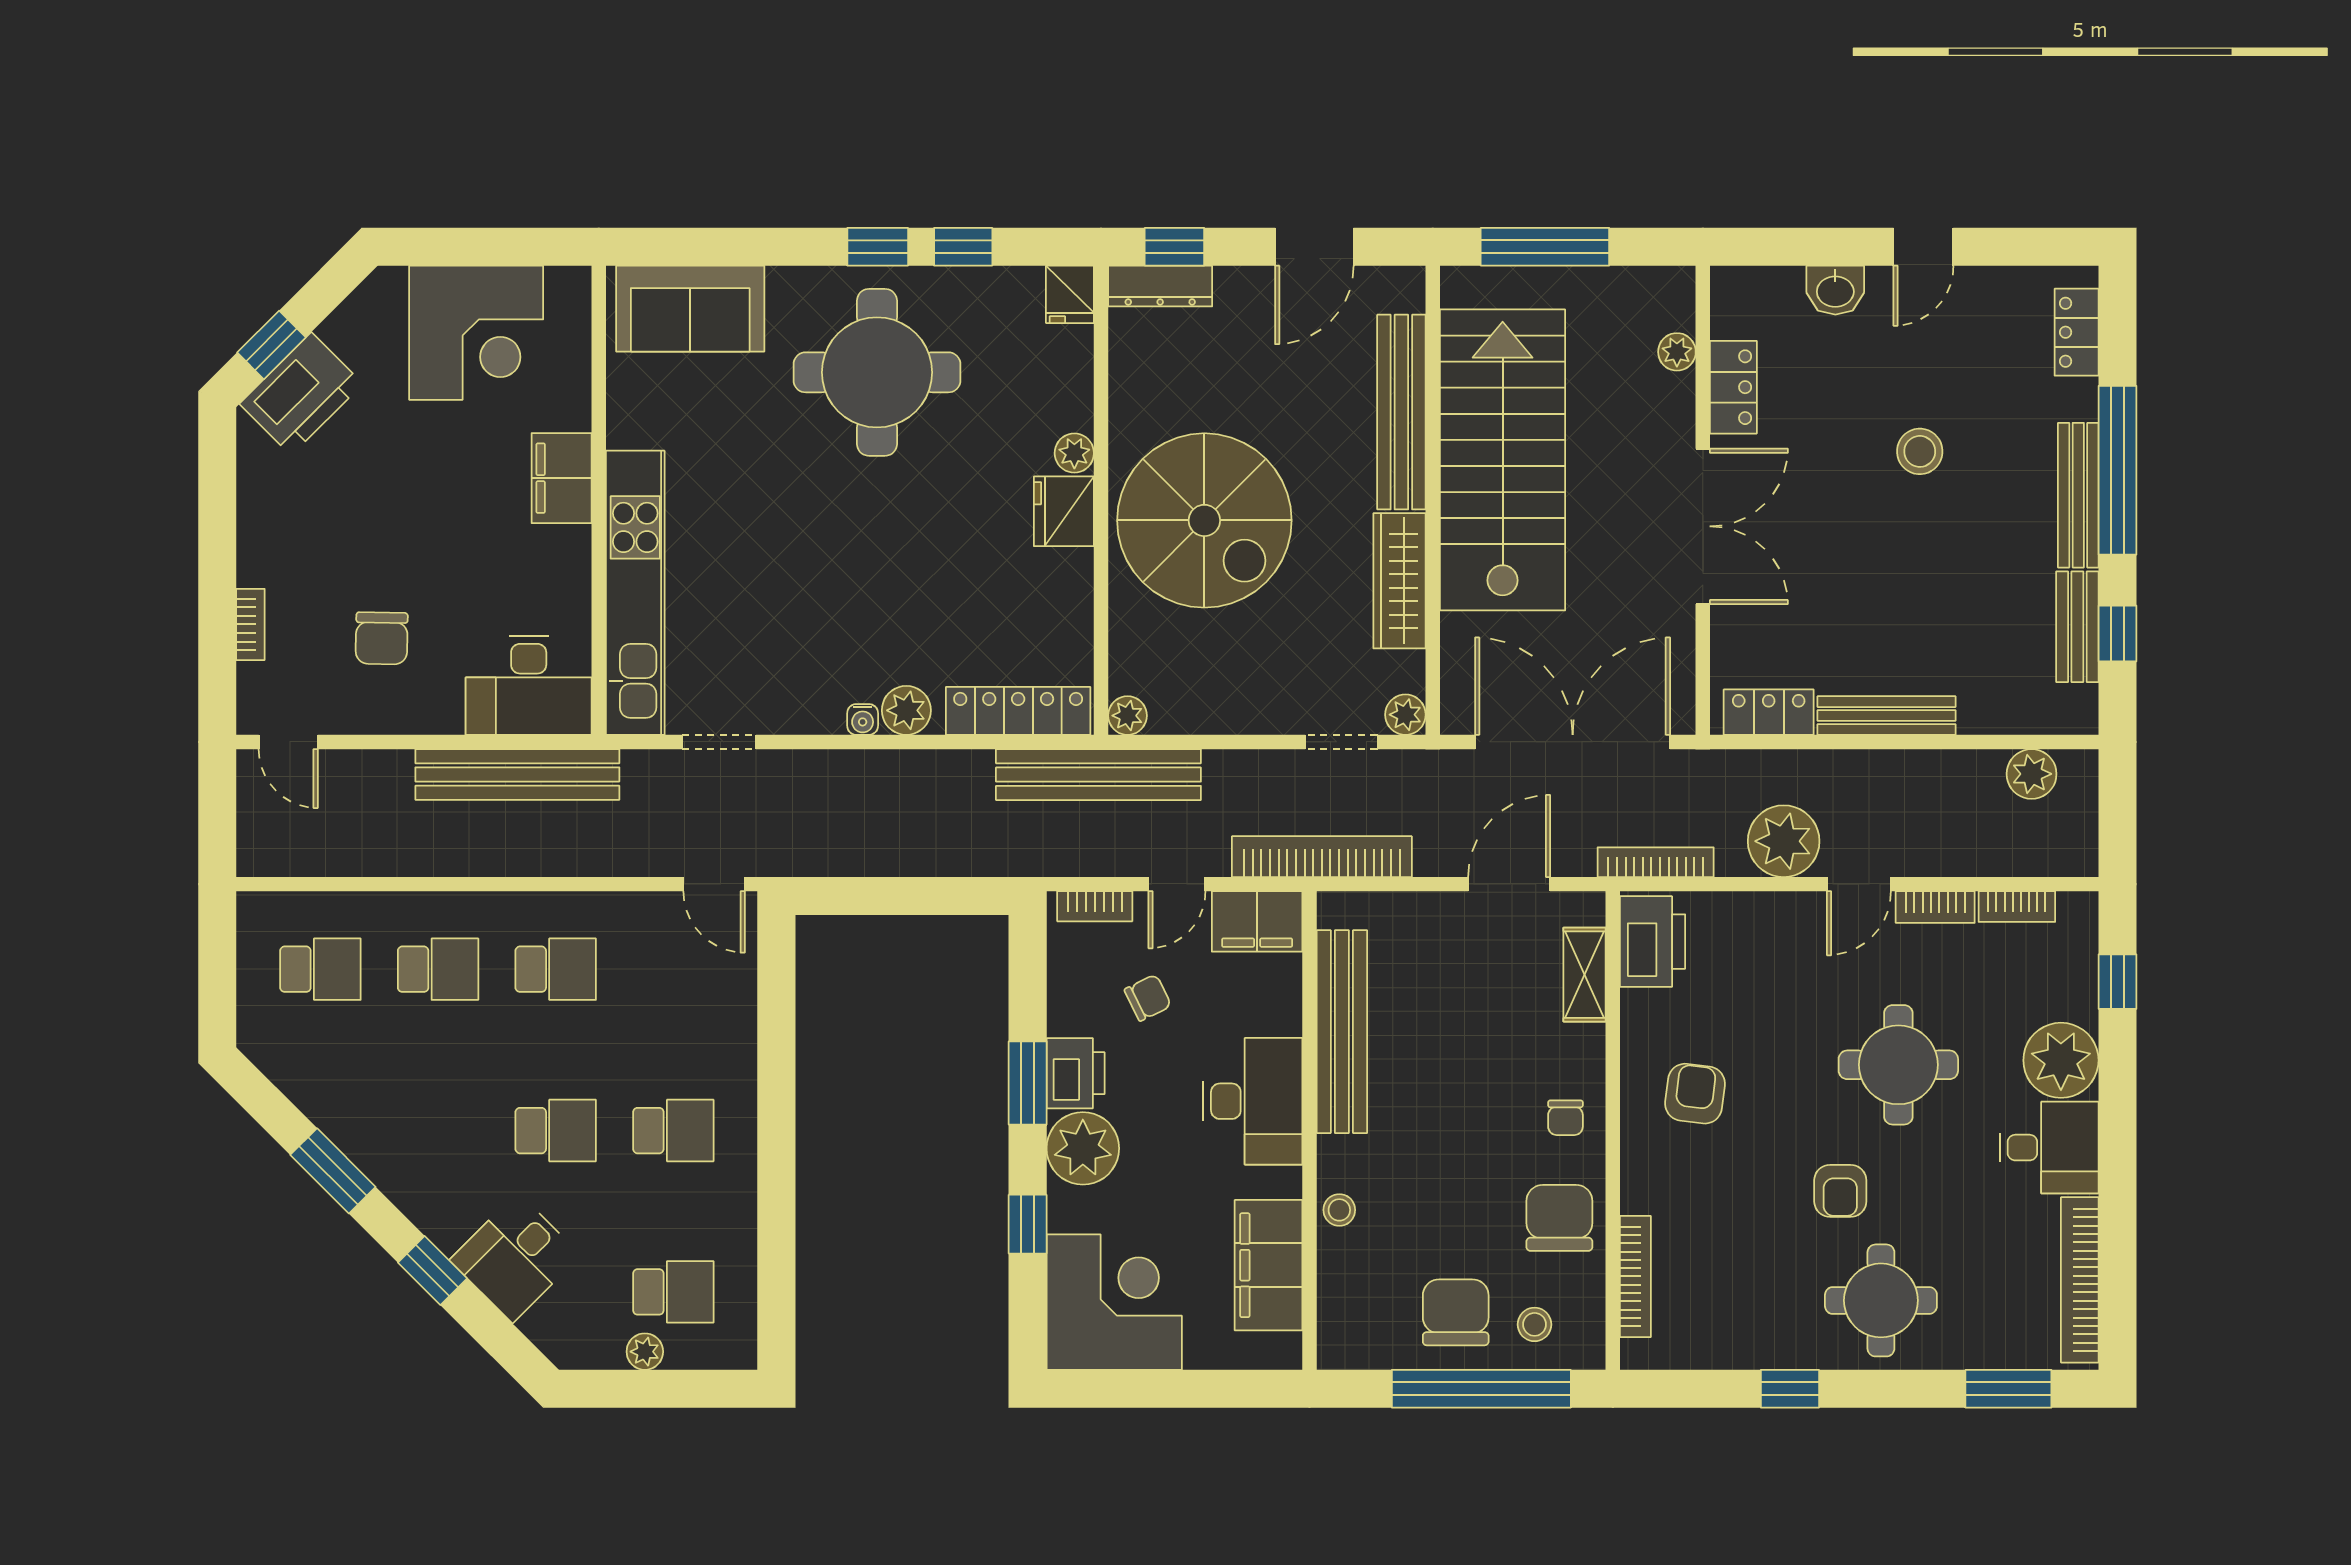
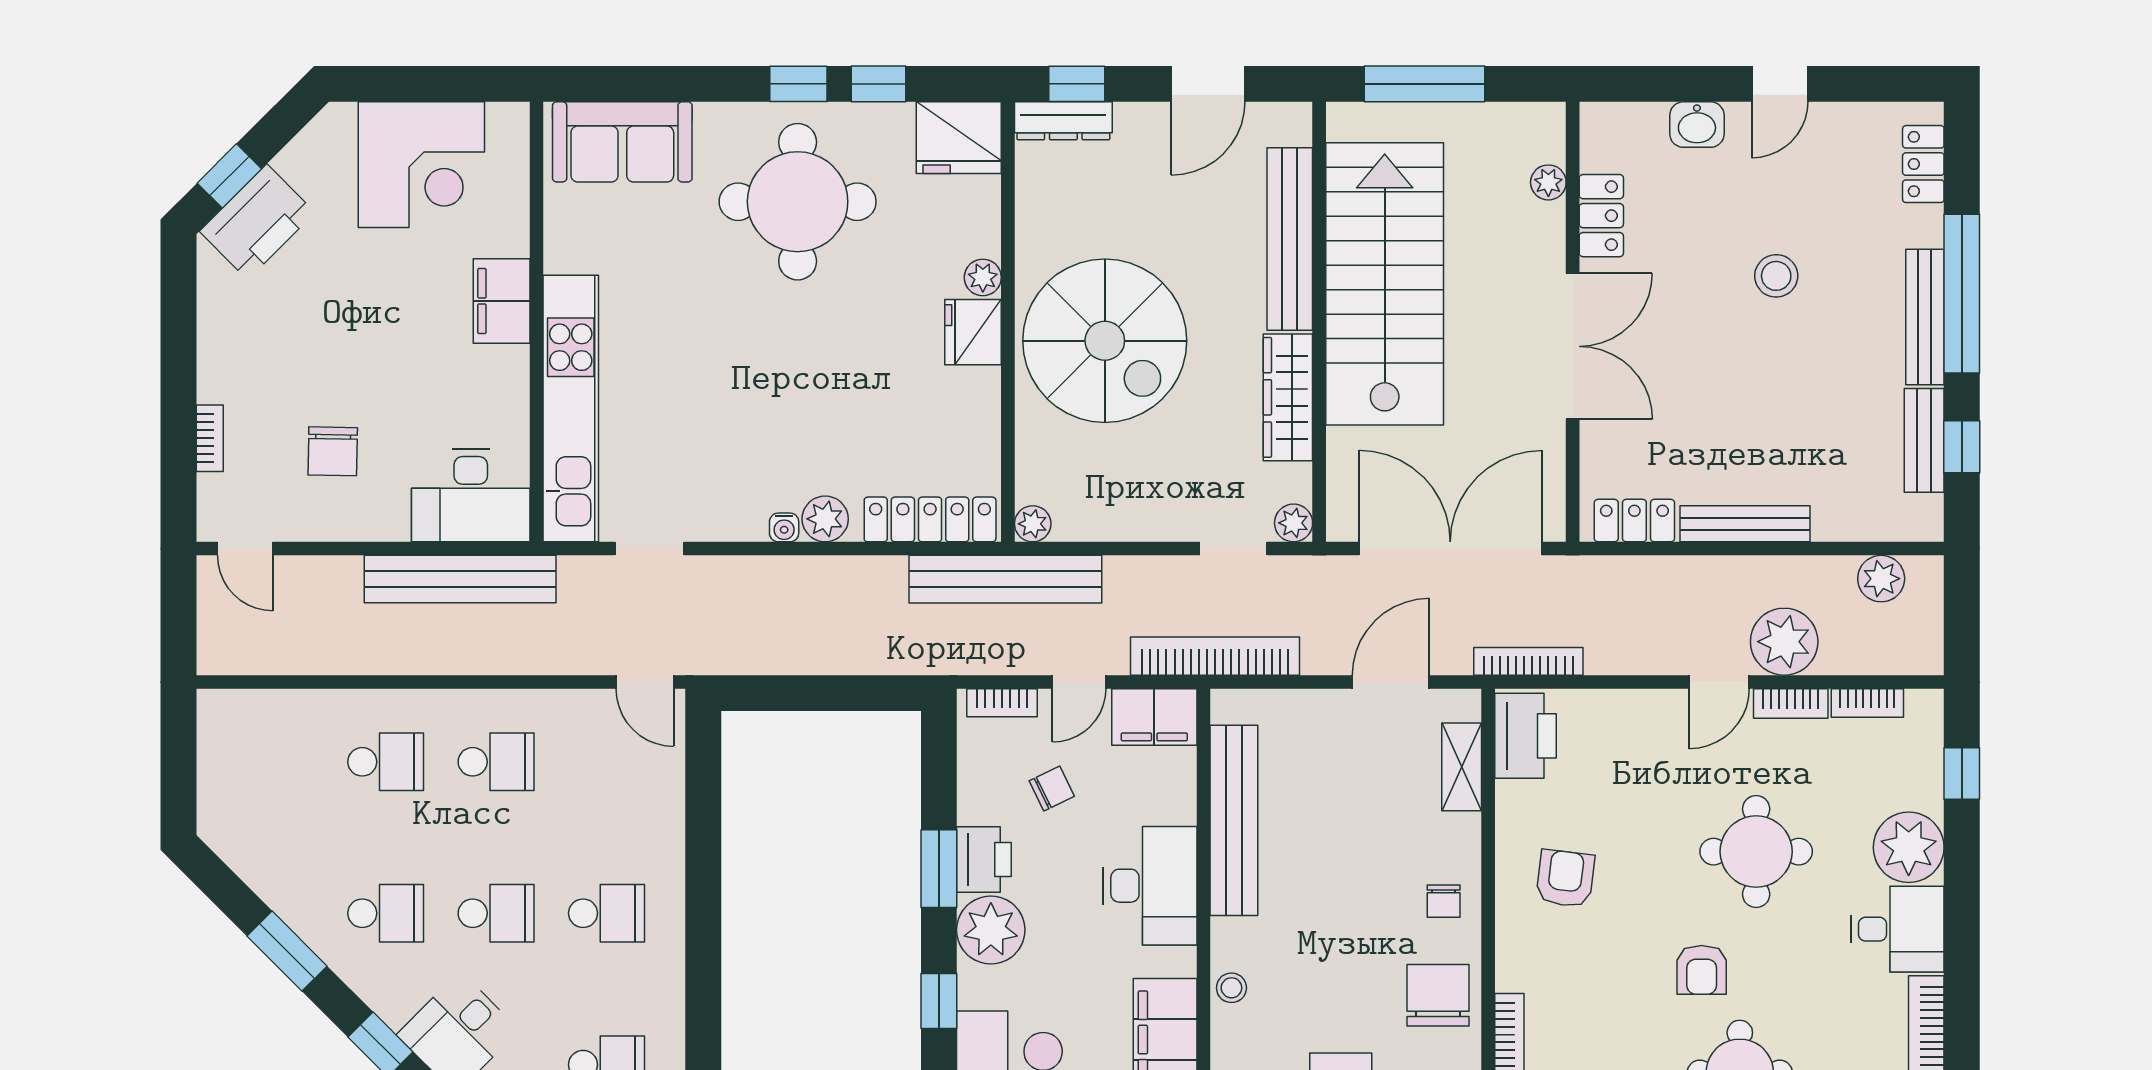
fridge: (1070, 294) -> (959, 138), width x1.88, depth x1.34
plant: (1784, 841) -> (1784, 642), moved
school desk: (320, 969) -> (386, 913), moved

